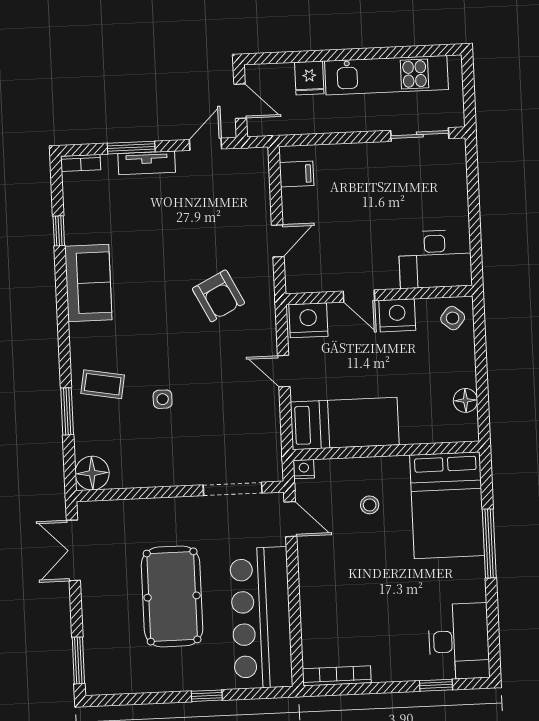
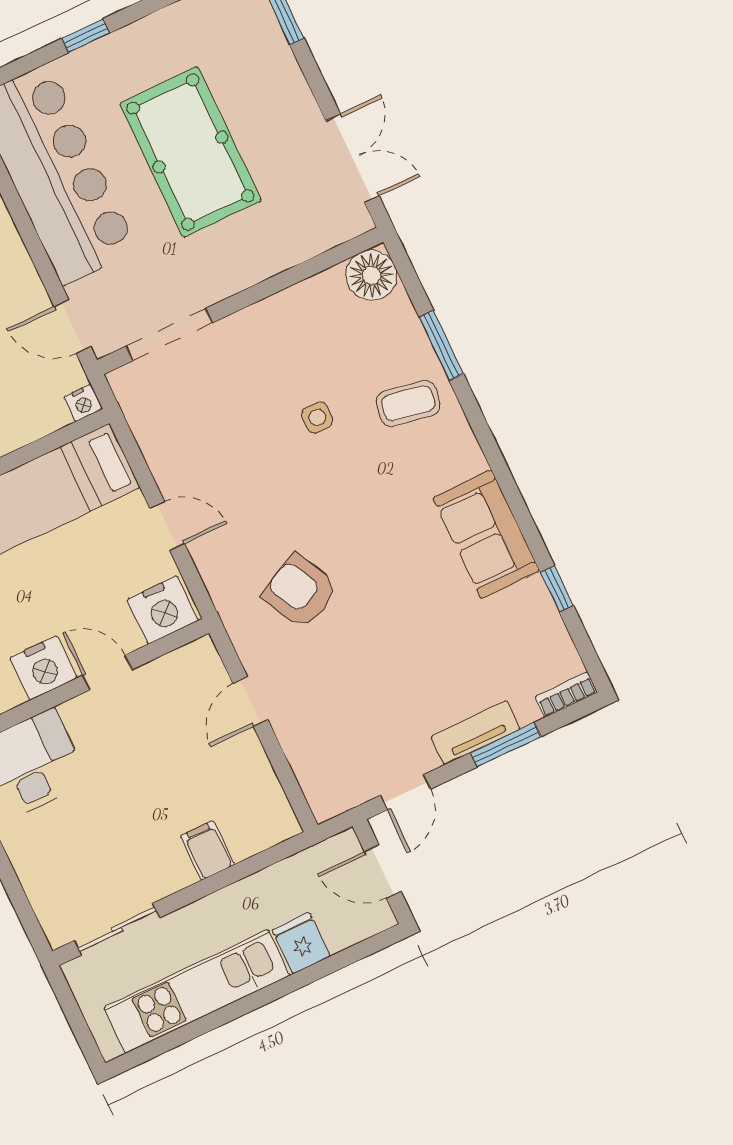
filing cabinet: (297, 174) -> (207, 850), moved, turned 90

